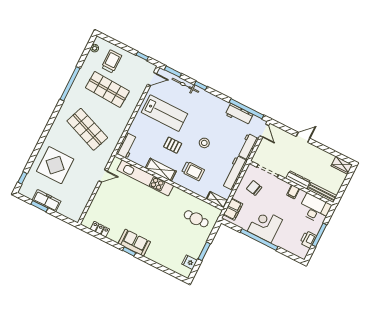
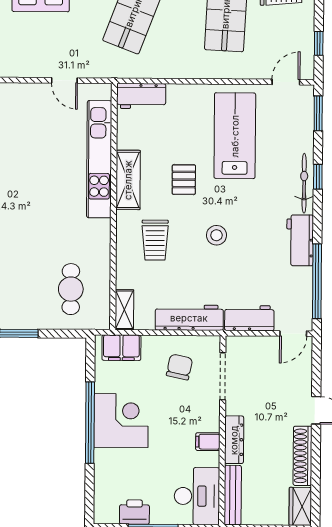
door: (152, 79) -> (286, 82), swing flipped
bicycle: (185, 85) -> (304, 183), moved
lab bench: (164, 113) -> (235, 136), turned 180
workbench: (239, 114) -> (300, 240), moved
shoe rack: (320, 153) -> (303, 456), added

